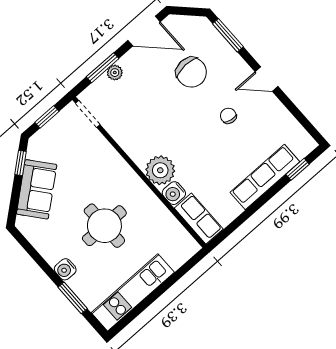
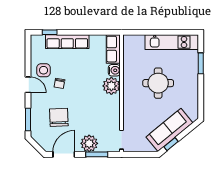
door: (144, 31) -> (64, 154), hinge flipped
plant: (115, 73) -> (89, 143), width x1.88, depth x1.88
side table: (263, 115) -> (44, 70), added
window: (47, 117) -> (141, 154), removed
sofa: (37, 189) -> (169, 130), width x1.36
water cooler: (65, 269) -> (193, 79), removed

